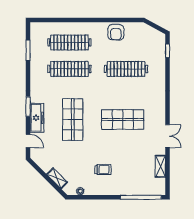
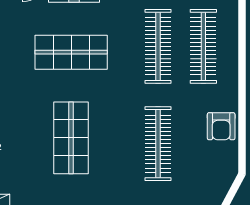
armchair: (116, 32) -> (221, 126), turned -90

